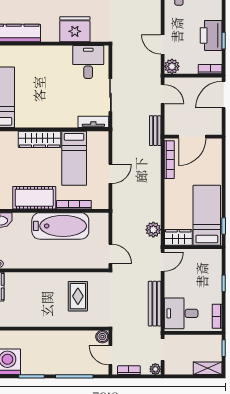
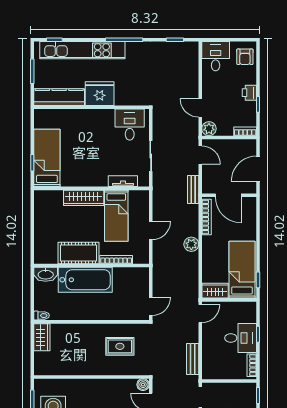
fridge: (75, 29) -> (100, 94), moved
printer: (211, 35) -> (249, 93), width x0.53, depth x0.68
door: (224, 95) -> (258, 169), moved
tv unit: (93, 122) -> (123, 181), moved
door: (192, 137) -> (228, 195), hinge flipped
bathtub: (60, 226) -> (85, 280), moved
plant: (153, 230) -> (191, 244), moved
door: (110, 254) -> (151, 306), hinge flipped
rug: (78, 296) -> (120, 346), turned 90
bench: (155, 304) -> (193, 359), width x0.73
desk: (181, 313) -> (241, 338), moved, turned 180

